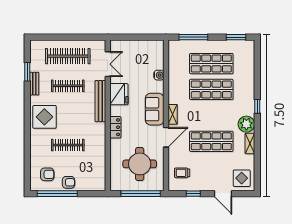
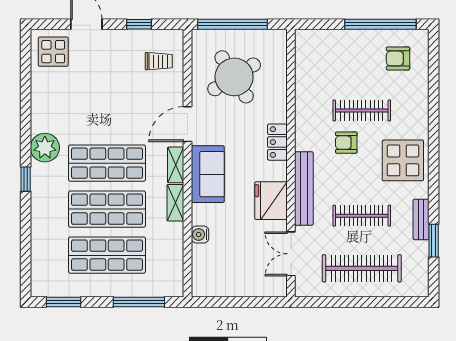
shop shelf: (211, 141) -> (107, 163), moved
shelving: (250, 144) -> (175, 203), moved
round table: (140, 164) -> (234, 77), turned -32
armchair: (69, 182) -> (346, 143), moved

